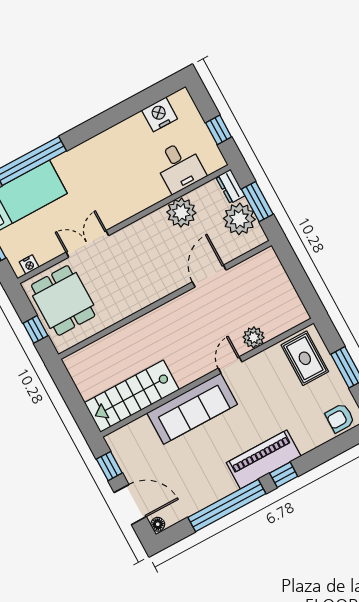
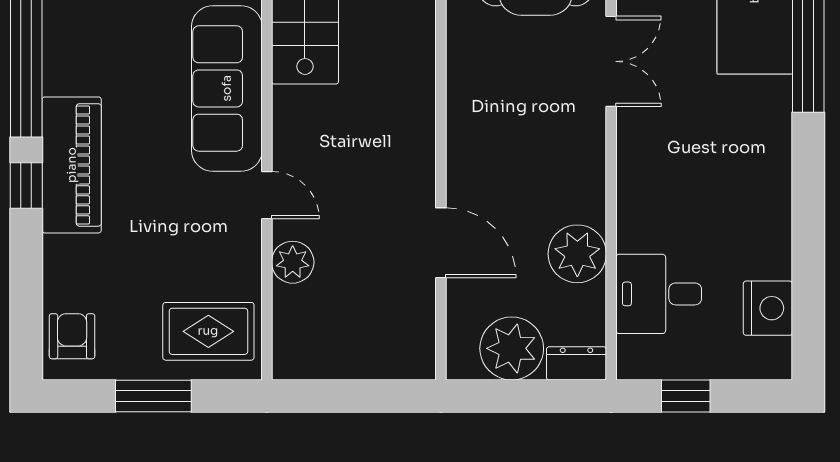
window: (257, 202) -> (525, 396), removed

